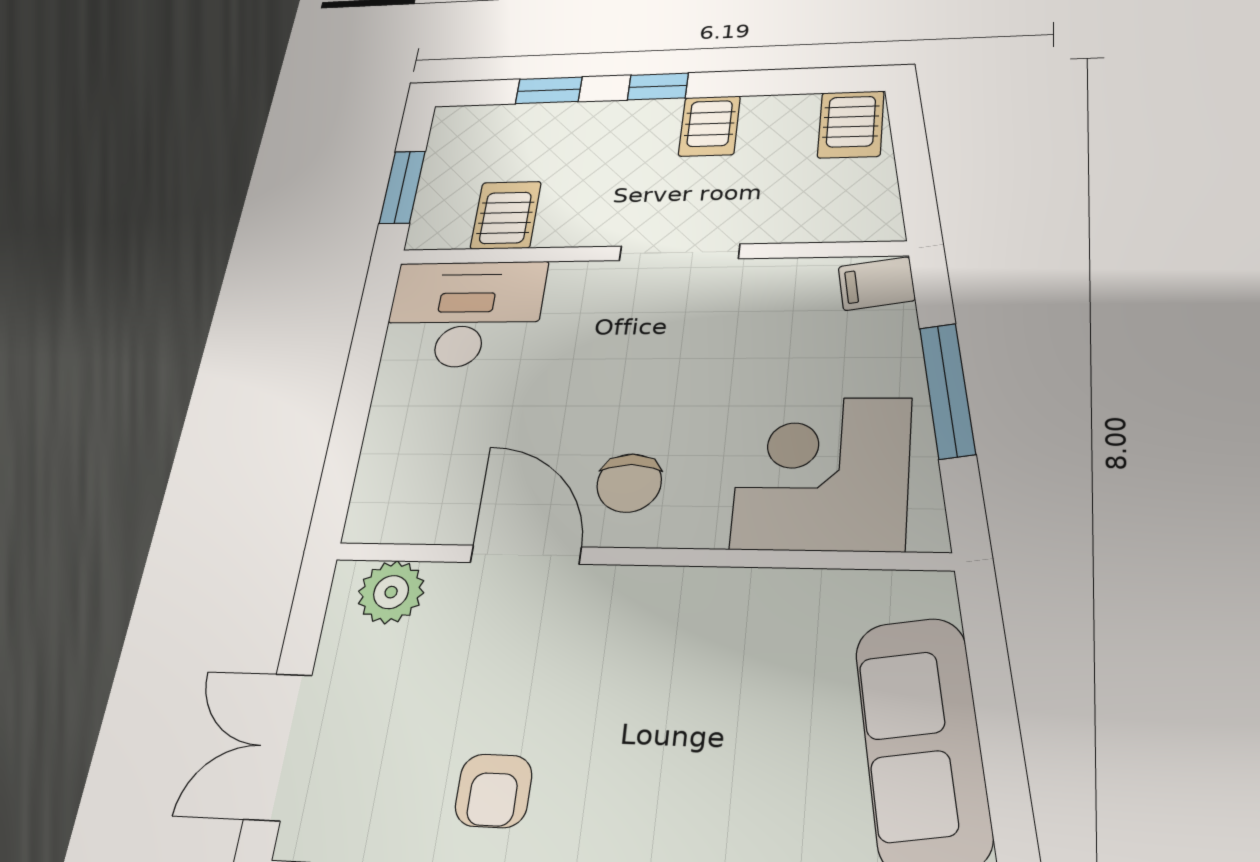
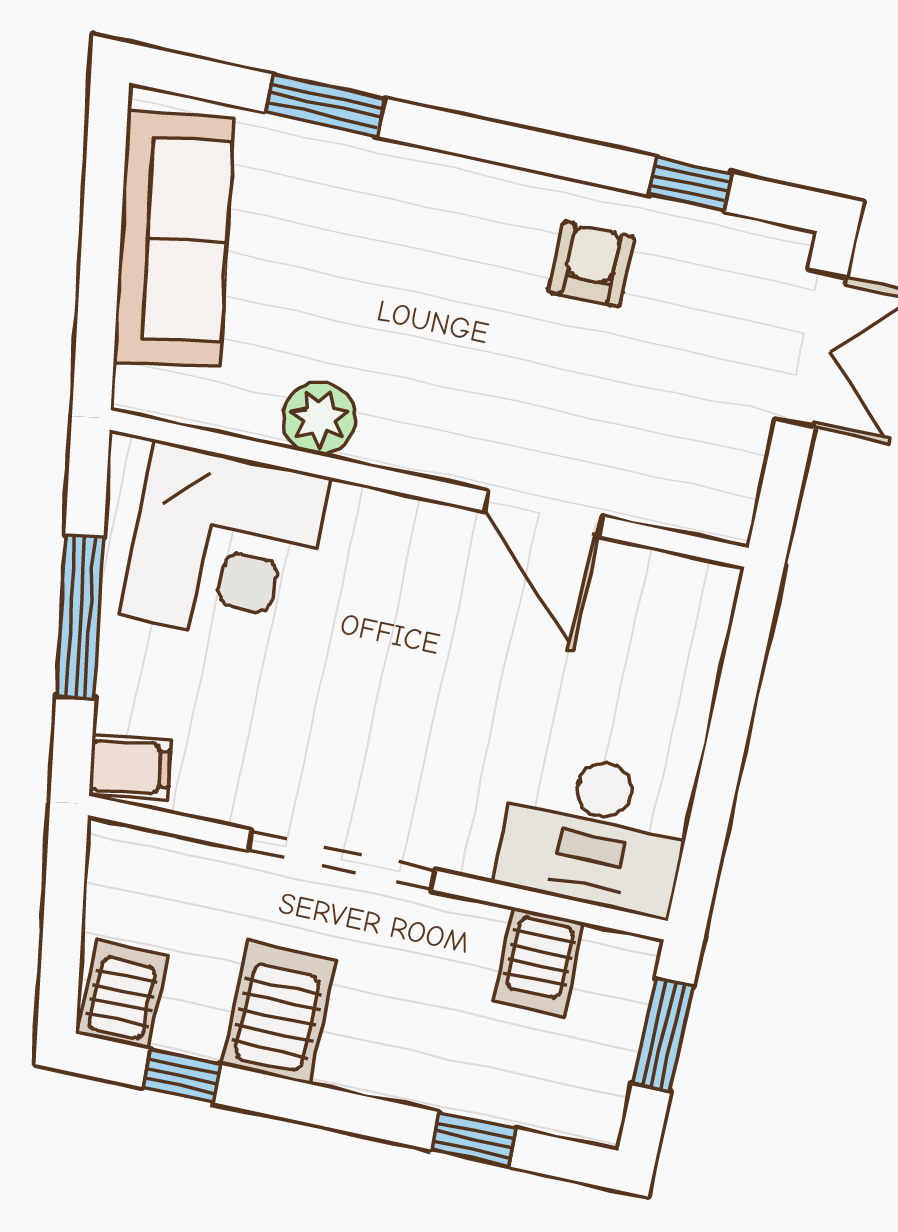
window: (658, 86) -> (182, 1076), moved
server rack: (709, 126) -> (278, 1012), width x1.36, depth x1.44
doorway: (679, 252) -> (341, 860), width x1.36
chair: (629, 483) -> (427, 576), removed
plant: (391, 592) -> (319, 418), moved

